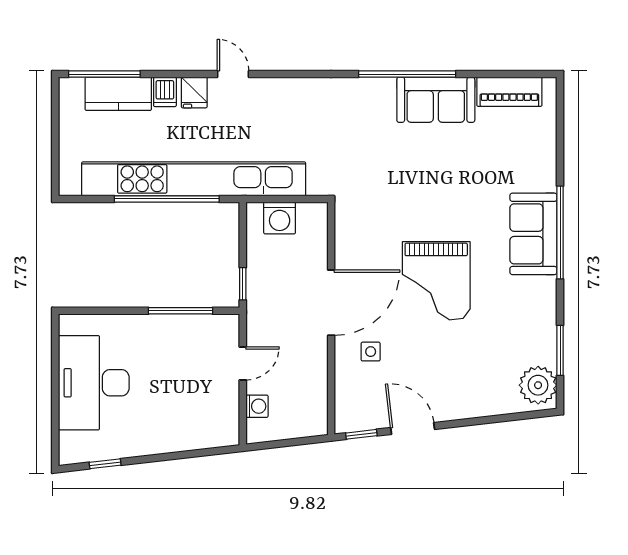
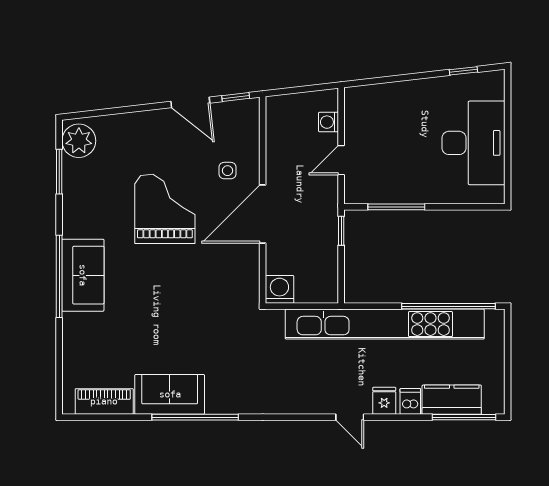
window: (167, 199) -> (449, 306), moved
washing machine: (280, 218) -> (279, 289), moved
grand piano: (436, 281) -> (165, 209), moved

